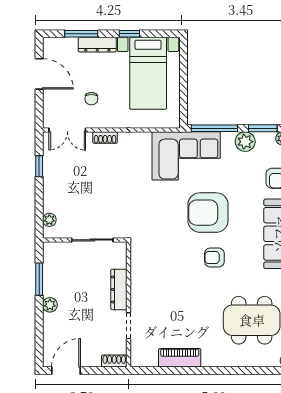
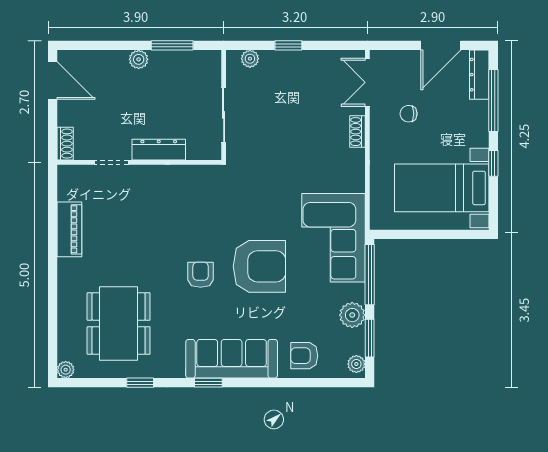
window: (81, 34) -> (493, 100), width x1.44
dresser: (97, 45) -> (479, 75), moved
window: (39, 166) -> (288, 45), moved
armchair: (208, 213) -> (259, 266), turned 90

